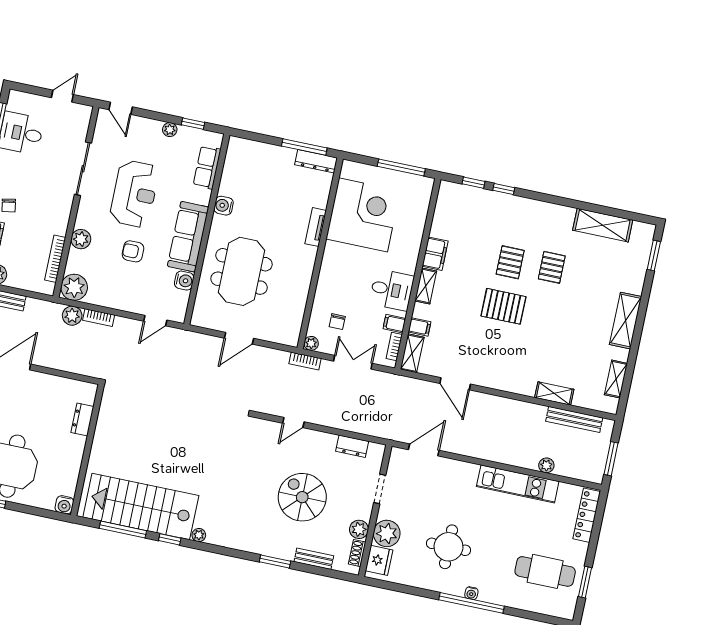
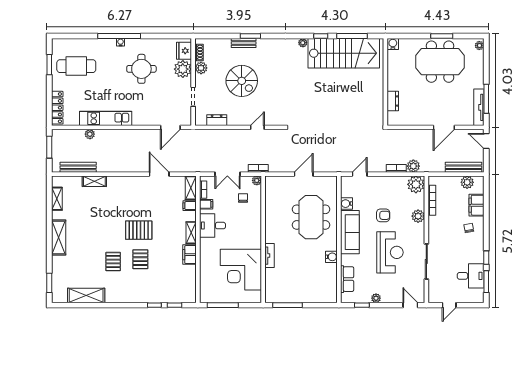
dresser: (316, 161) -> (278, 298), removed
reception desk: (134, 194) -> (390, 252), turned 180
bench: (314, 559) -> (244, 43), moved

